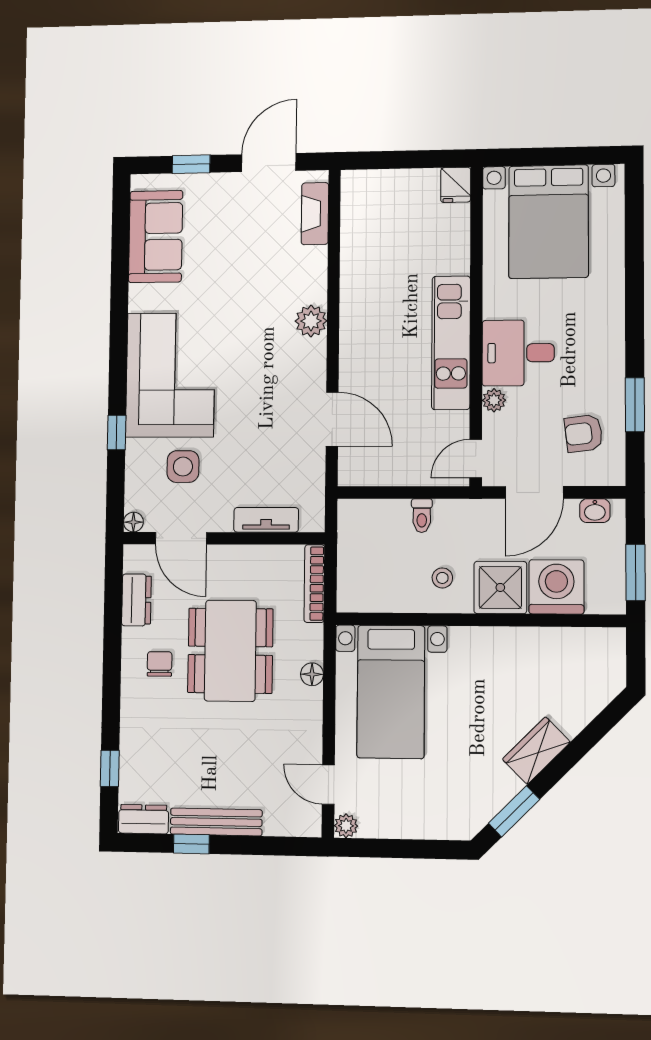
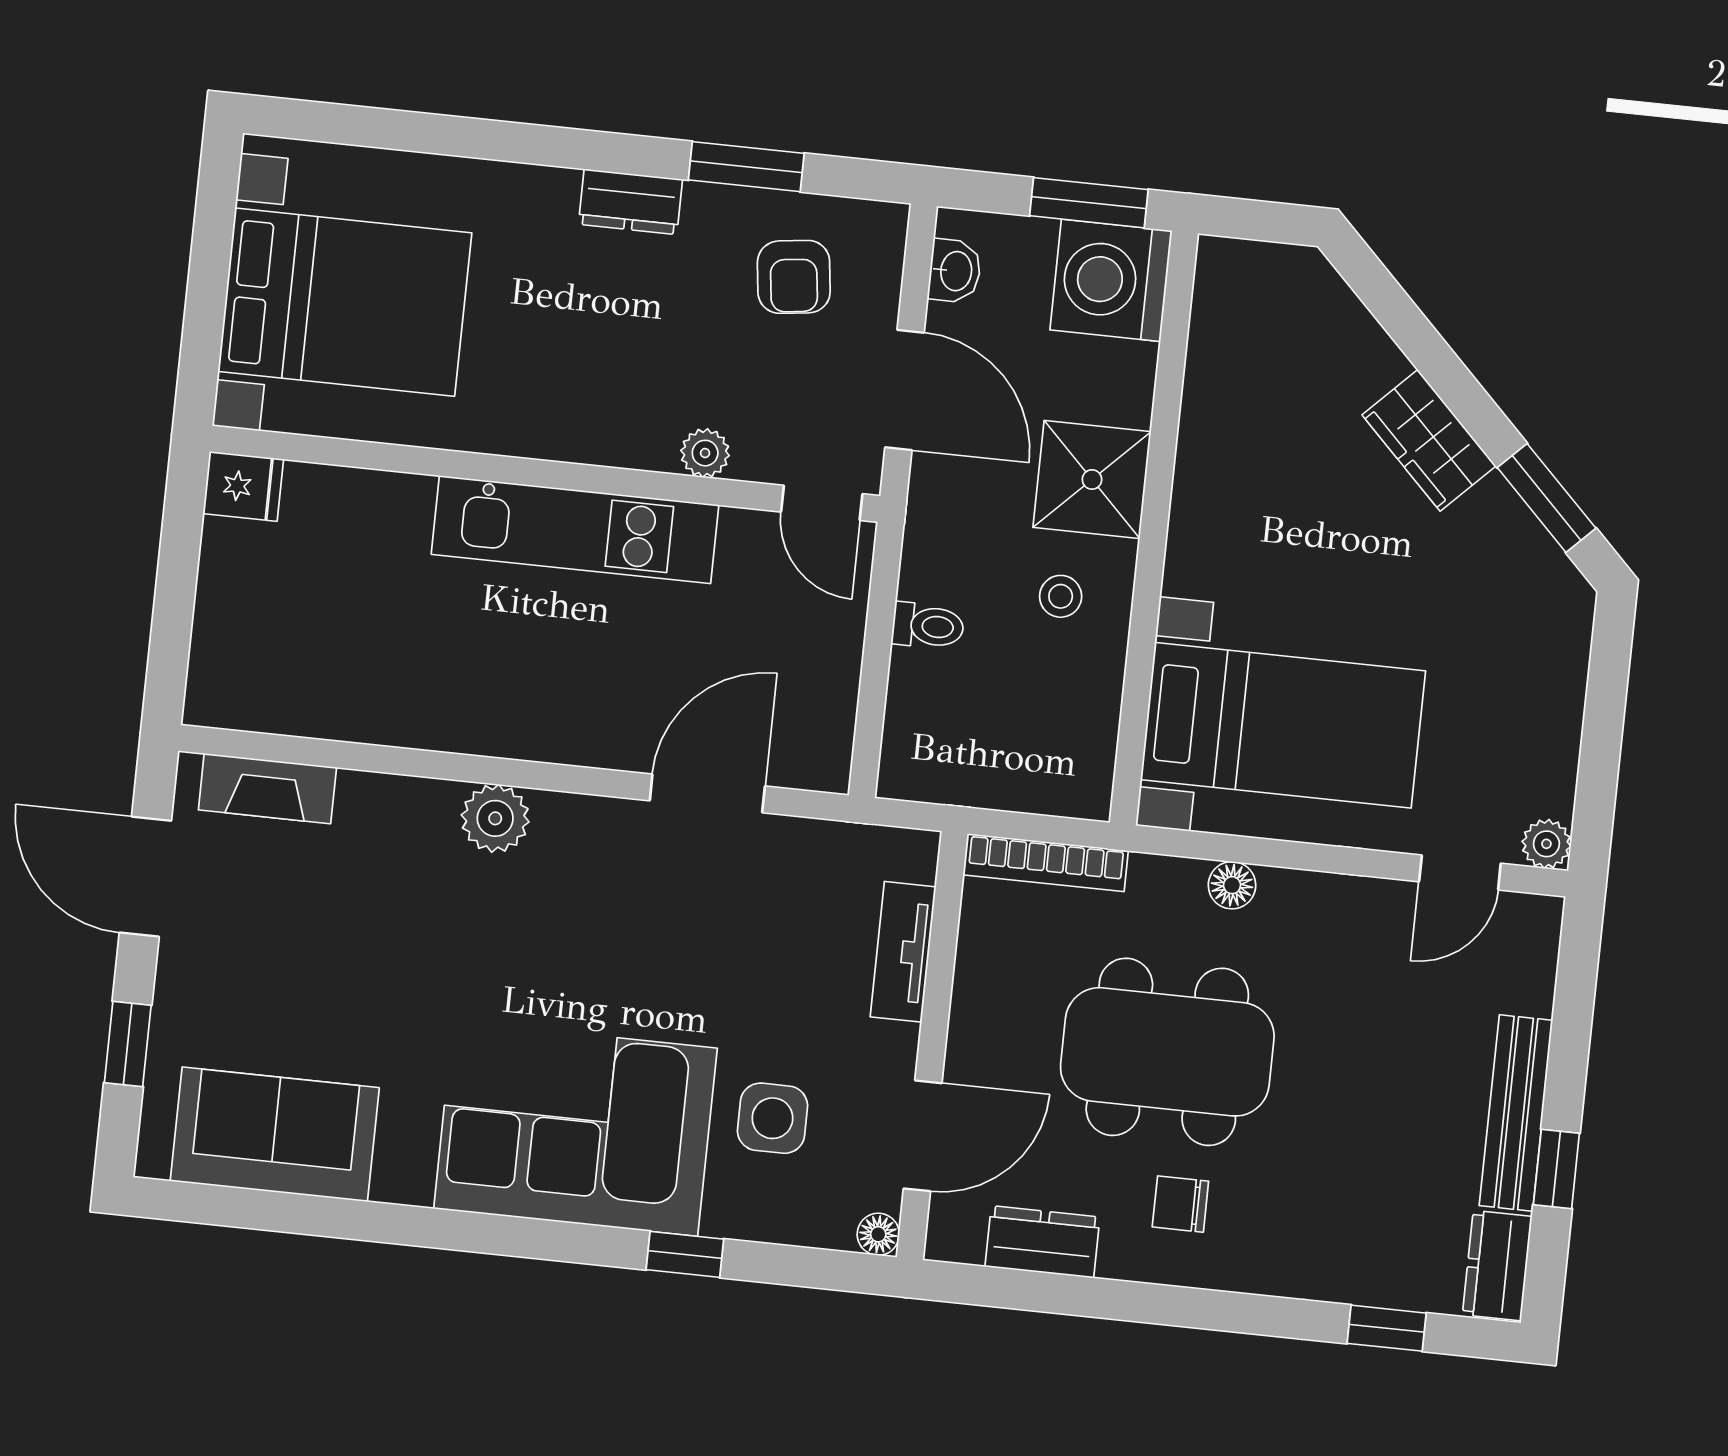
dresser: (612, 351) -> (630, 202), added
desk: (518, 353) -> (612, 393), removed
washing machine: (556, 587) -> (1111, 280), moved

